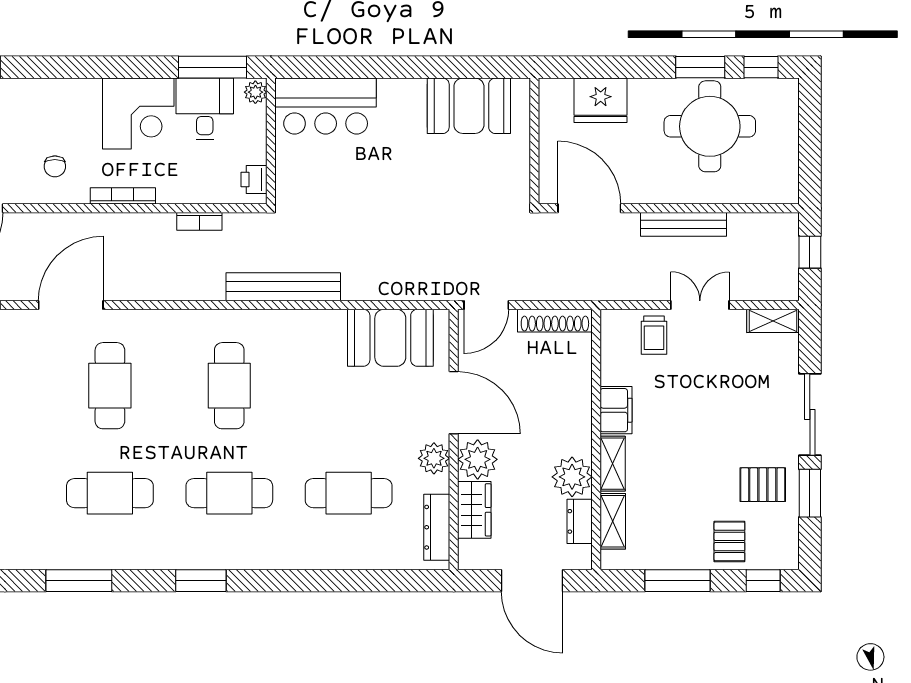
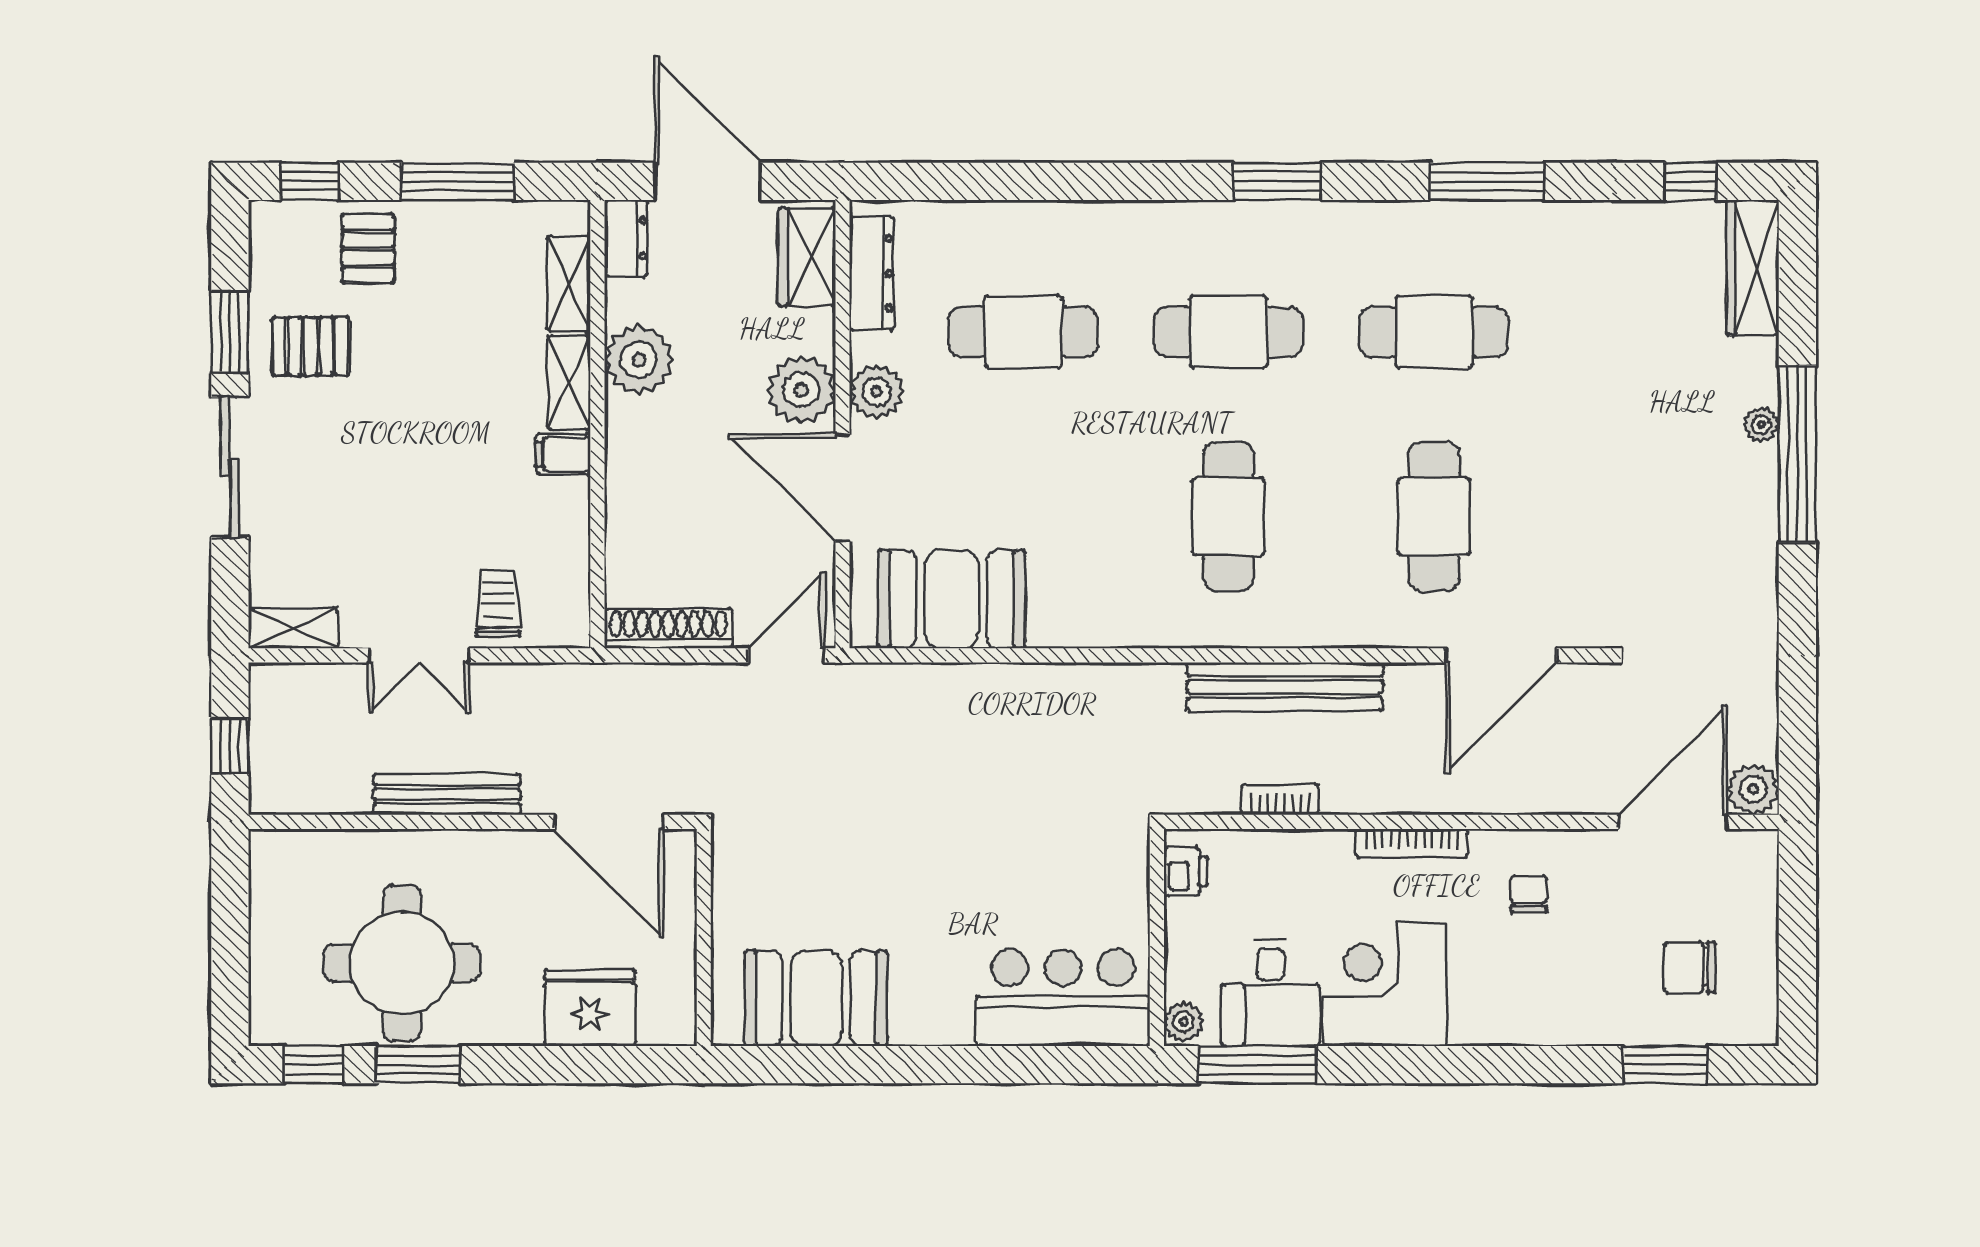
bench: (283, 287) -> (1285, 687), moved
filing cabinet: (616, 410) -> (563, 454), width x0.50
wardrobe: (474, 510) -> (807, 257), moved
dresser: (580, 521) -> (626, 238), moved

